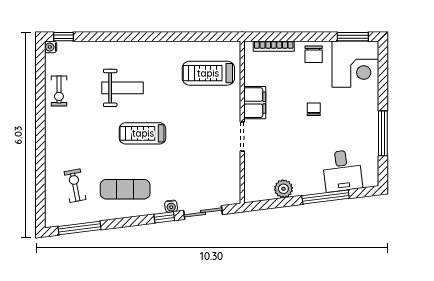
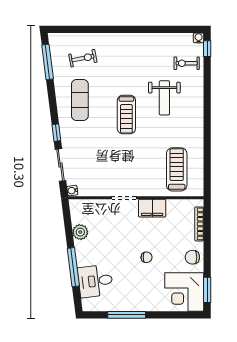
exercise bike: (59, 91) -> (187, 63), moved
treadmill: (143, 133) -> (126, 114), turned 180
water cooler: (171, 206) -> (72, 191), moved

